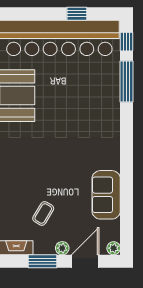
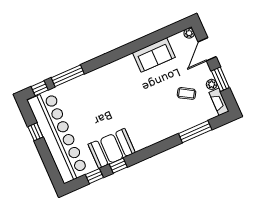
plant: (62, 248) -> (212, 84), moved
door: (85, 261) -> (207, 49), hinge flipped

